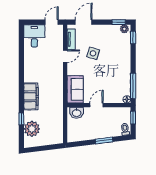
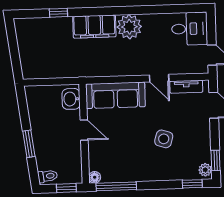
side table: (93, 53) -> (164, 139), moved
sofa: (75, 89) -> (115, 95), width x1.36
plant: (32, 129) -> (129, 27), moved

